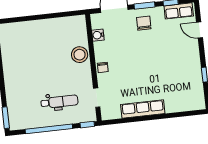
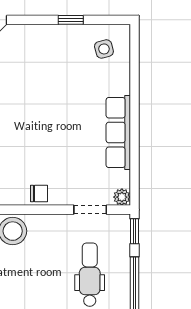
side table: (190, 96) -> (104, 49), added
plant: (106, 115) -> (122, 197), added

